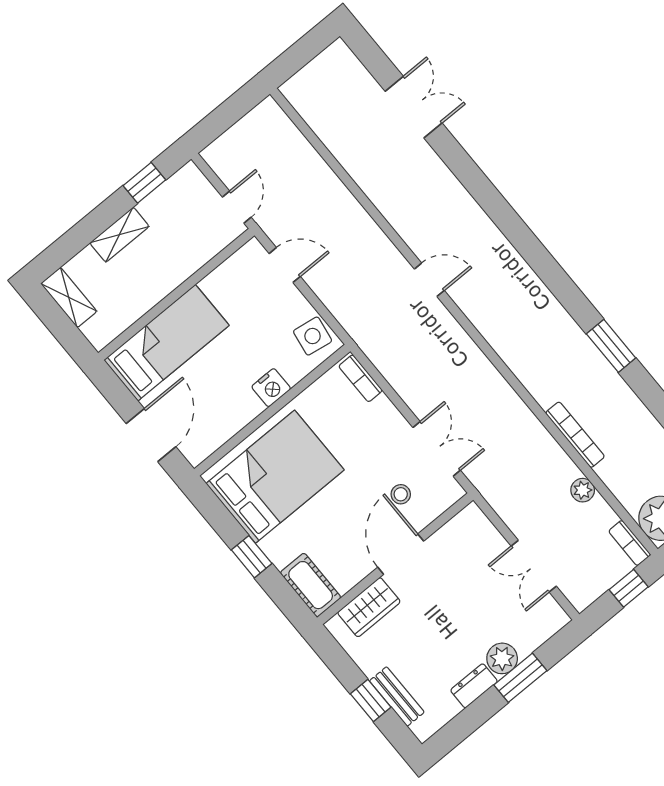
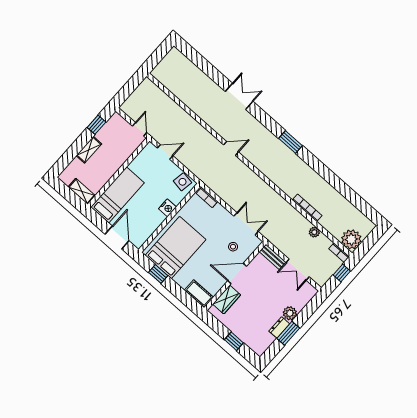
double door: (414, 107) -> (239, 96), moved
shelving: (69, 297) -> (82, 191), moved
window: (611, 346) -> (290, 142), moved
door: (401, 554) -> (237, 274), hinge flipped
window: (252, 557) -> (158, 274), moved
window: (520, 678) -> (288, 333), moved
bench: (397, 697) -> (273, 257), moved

